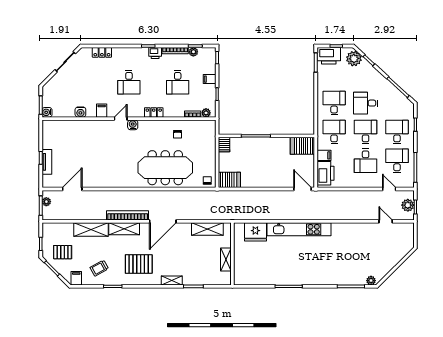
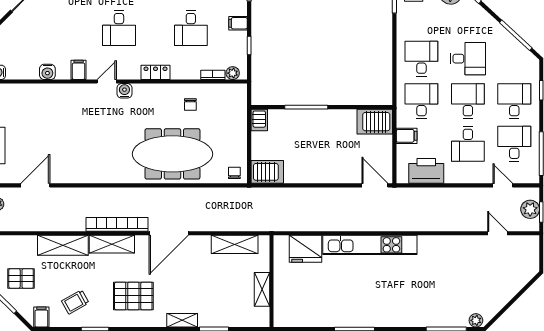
desk: (366, 103) -> (468, 59), turned 180
printer: (326, 173) -> (426, 171), moved, turned -90

